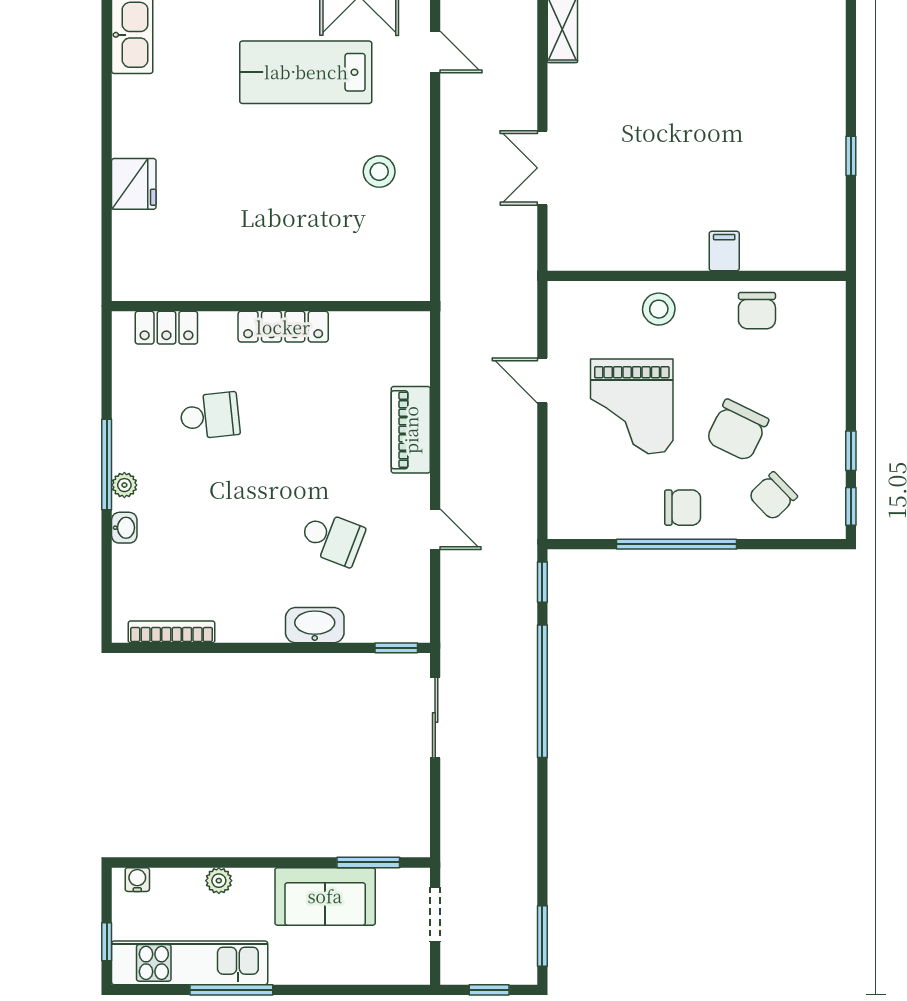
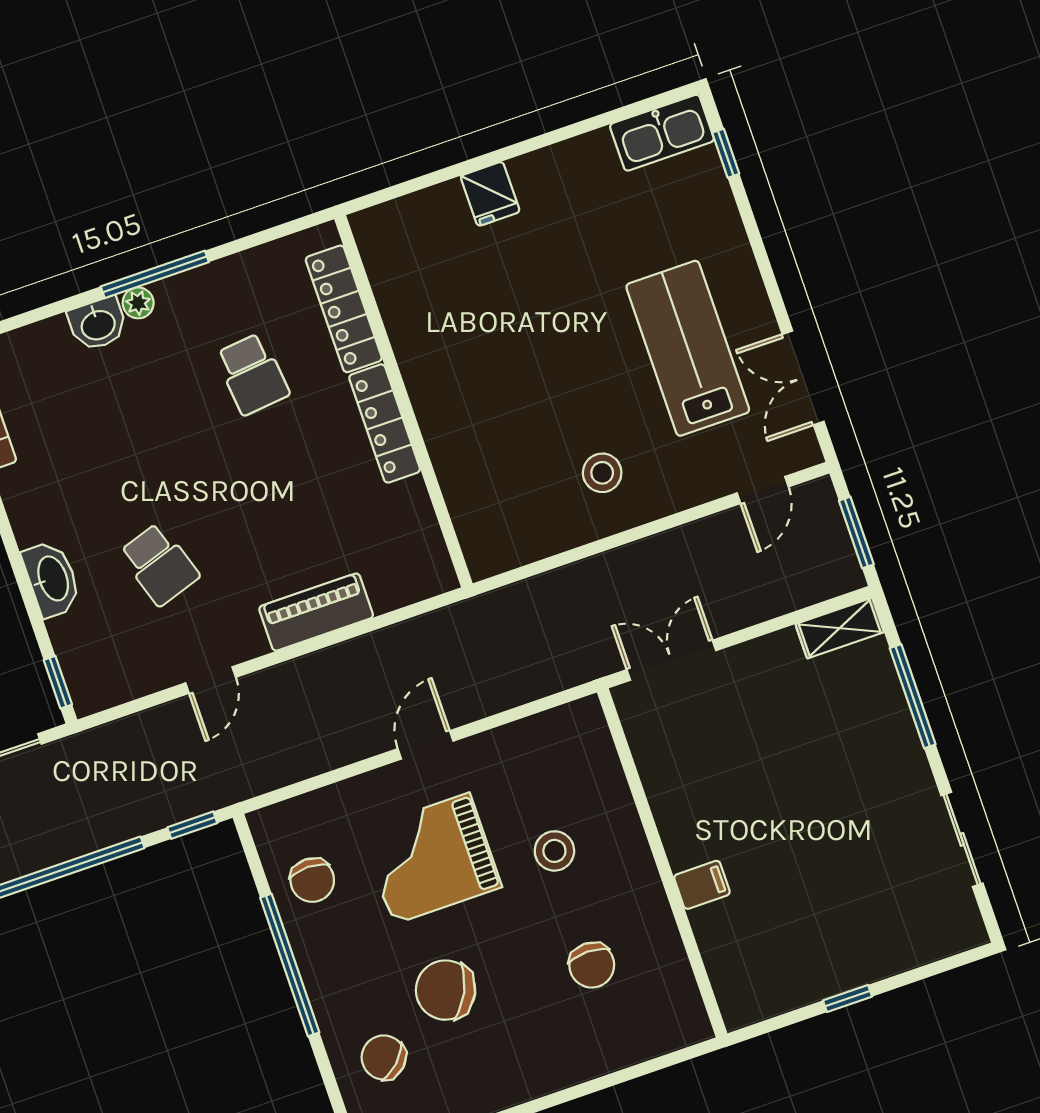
window: (851, 156) -> (847, 999), moved
fridge: (134, 184) -> (490, 194), width x0.72
filing cabinet: (724, 251) -> (702, 885), moved
wall: (697, 276) -> (662, 863), moved
chair: (757, 311) -> (592, 965), turned -90
locker: (166, 328) -> (344, 309), width x1.53
chair: (683, 508) -> (312, 880), moved
washbasin: (124, 528) -> (98, 324), width x1.38, depth x1.45
school desk: (332, 538) -> (159, 564), turned -39

